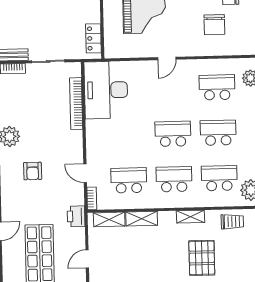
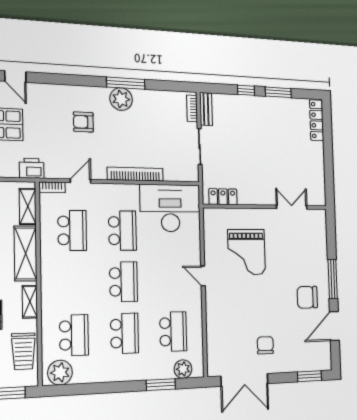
chair: (214, 25) -> (237, 328), removed
bookcase: (76, 104) -> (135, 174), moved
school desk: (174, 179) -> (122, 231), moved
shelving: (142, 219) -> (26, 253), width x1.50, depth x1.33
trolley: (232, 222) -> (23, 351), width x1.36, depth x1.39

